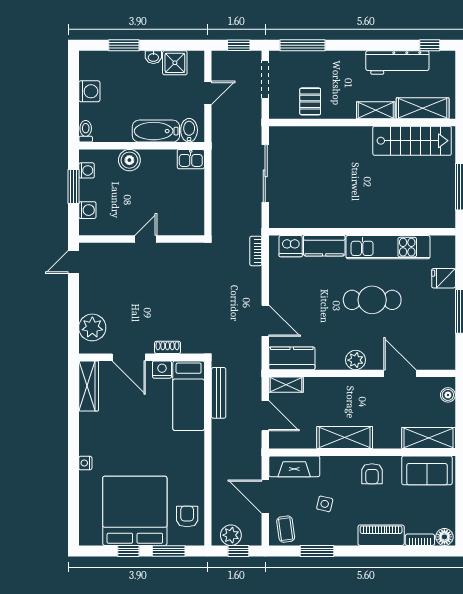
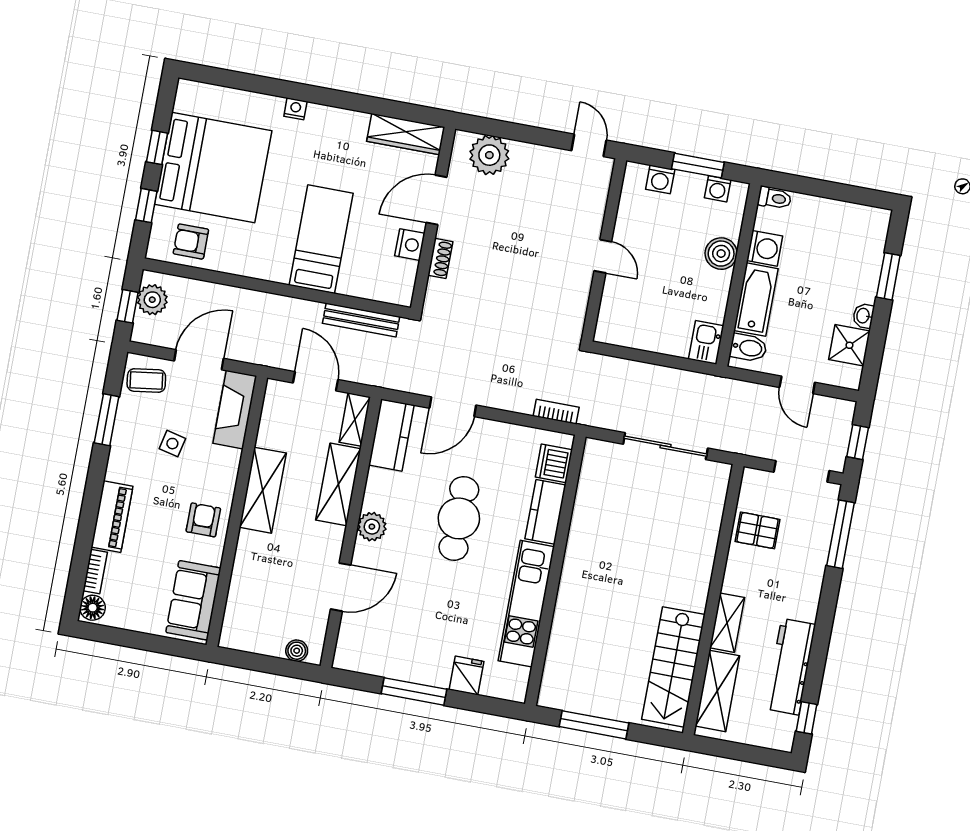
washing machine: (89, 91) -> (765, 248), moved, turned -90
cafe table: (372, 300) -> (459, 518), moved
bed: (189, 396) -> (321, 239), moved, turned 90
door: (265, 416) -> (315, 381), swing flipped
shelving: (429, 438) -> (338, 484), moved
armchair: (372, 474) -> (203, 520), turned 90
armchair: (187, 517) -> (191, 241), turned 180
window: (169, 551) -> (146, 206), width x0.67

